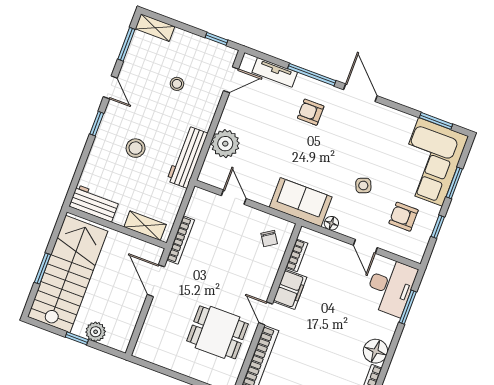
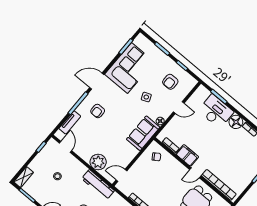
corner sofa: (431, 162) -> (129, 68), moved, turned -90
door: (234, 197) -> (121, 175), moved
desk: (391, 287) -> (216, 111), moved

